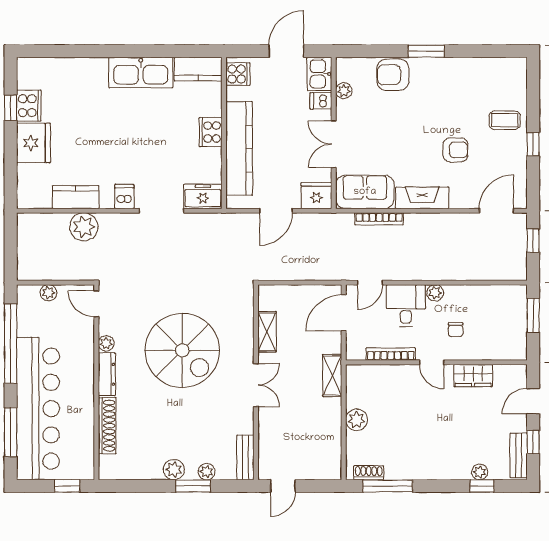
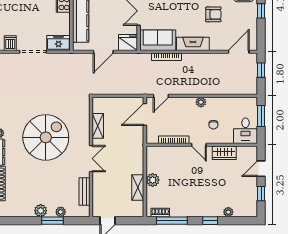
desk: (406, 305) -> (245, 131), moved, turned 180
spiral stairs: (182, 350) -> (46, 137), turned -90
shelving: (332, 375) -> (138, 187), moved
bench: (519, 455) -> (252, 202), removed
bench: (245, 458) -> (84, 192), moved
window: (482, 486) -> (210, 221), moved

